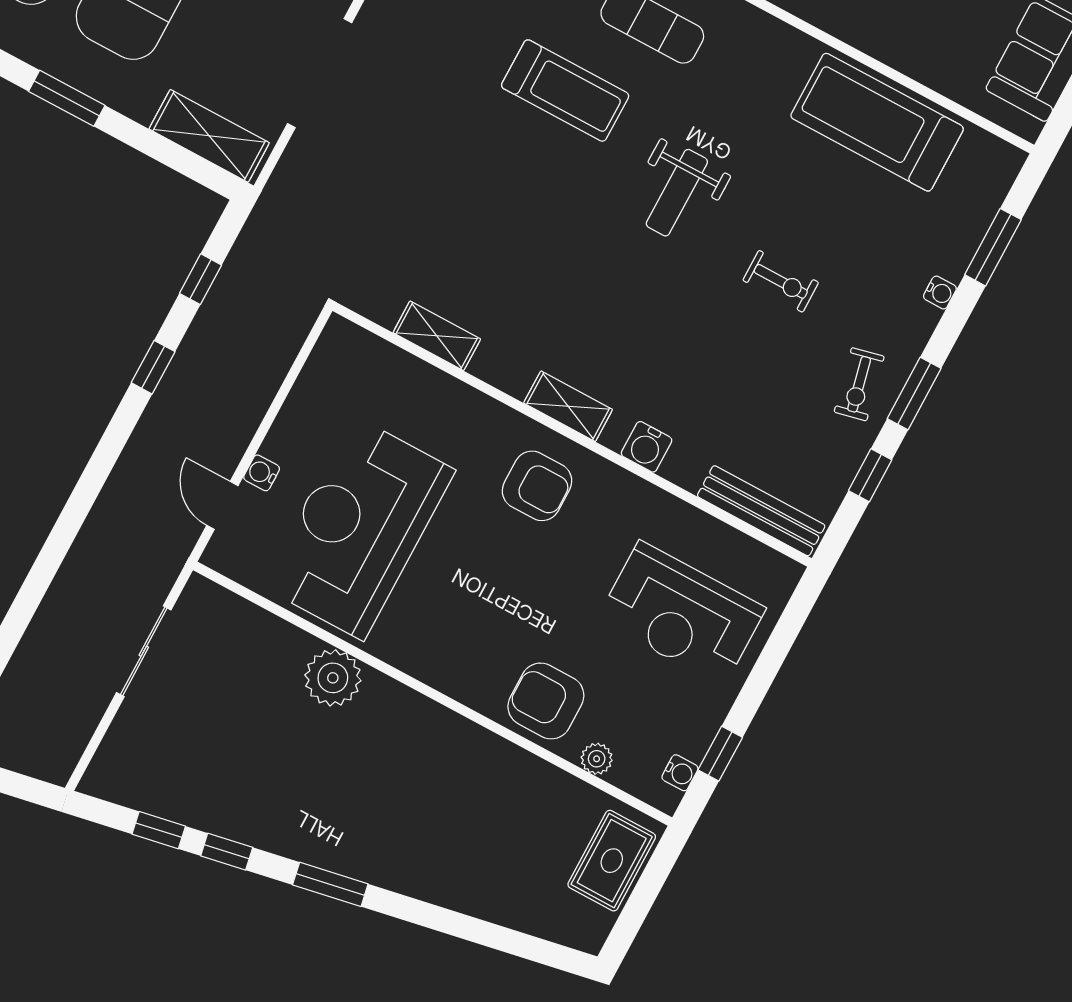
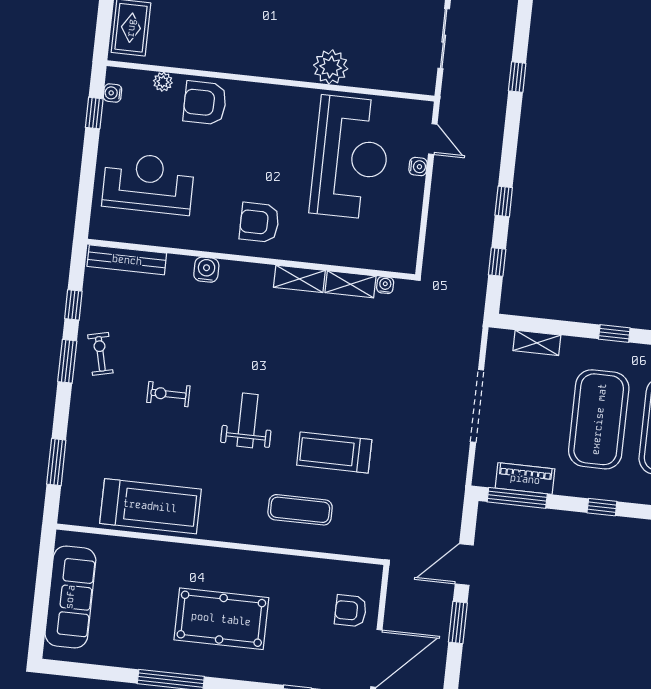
window: (67, 98) -> (614, 334), width x0.67
shelving: (209, 136) -> (537, 343), width x0.67, depth x0.75
water cooler: (940, 292) -> (385, 285), moved, turned 90
shelving: (568, 406) -> (299, 279), moved
window: (56, 548) -> (517, 77), added
armchair: (546, 701) -> (205, 103), turned 180

